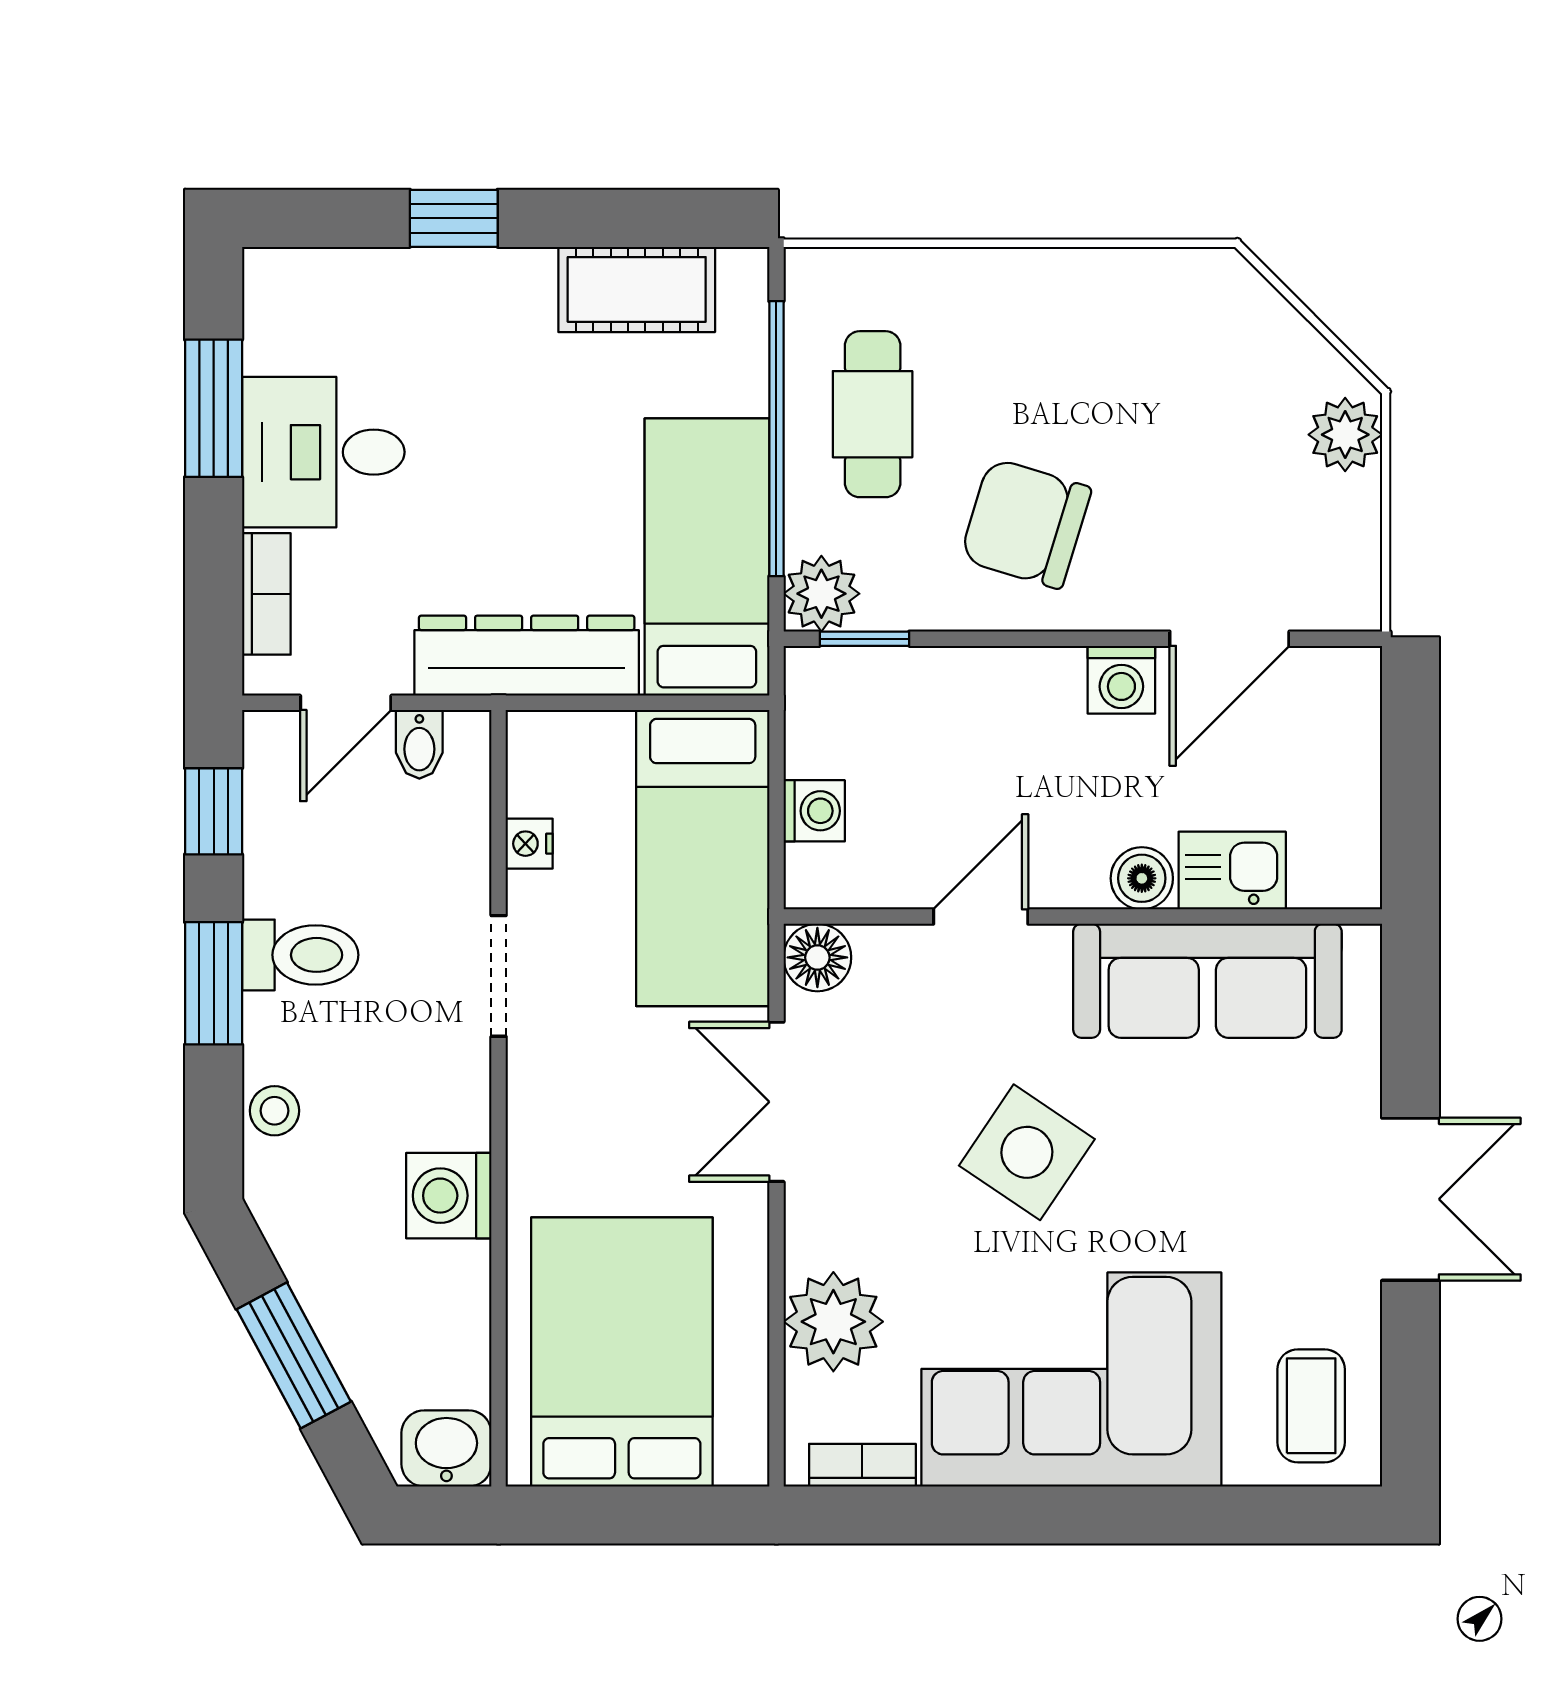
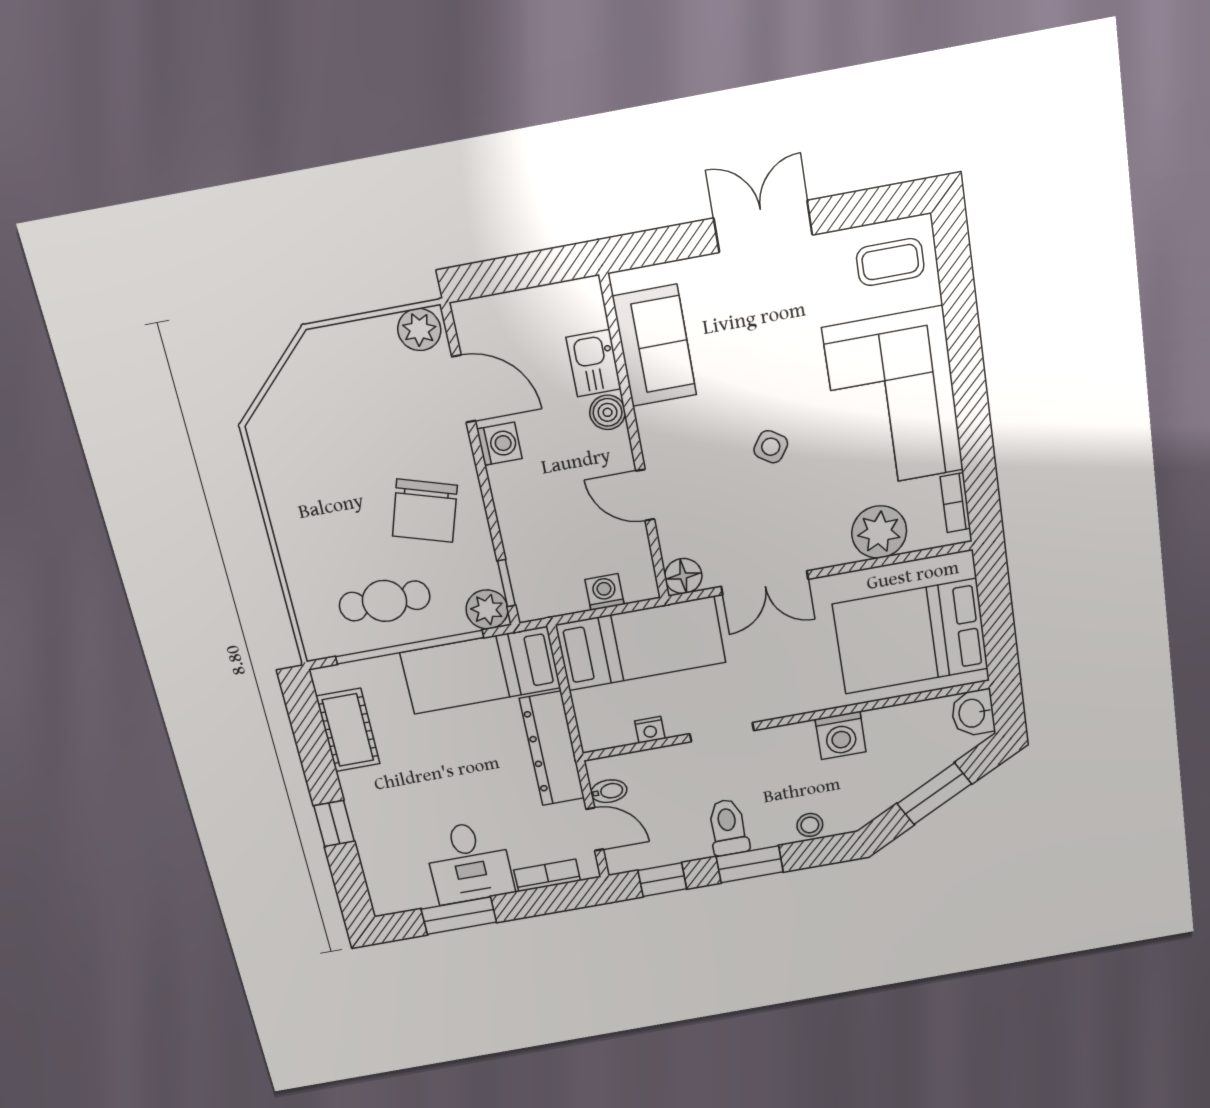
plant: (1345, 435) -> (419, 330), moved
sofa: (1207, 981) -> (655, 346), width x0.73
side table: (1027, 1152) -> (771, 447), width x0.54, depth x0.54

